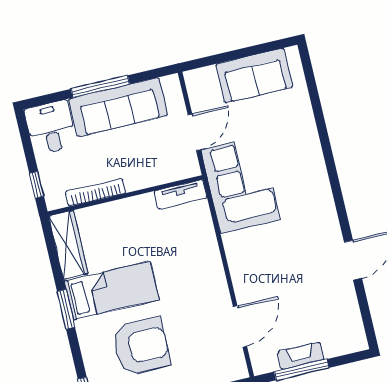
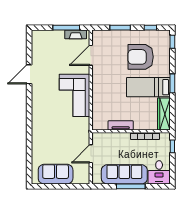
corner sofa: (240, 185) -> (75, 95), moved
tv unit: (181, 194) -> (121, 125), moved
fireplace: (301, 356) -> (76, 34), moved

